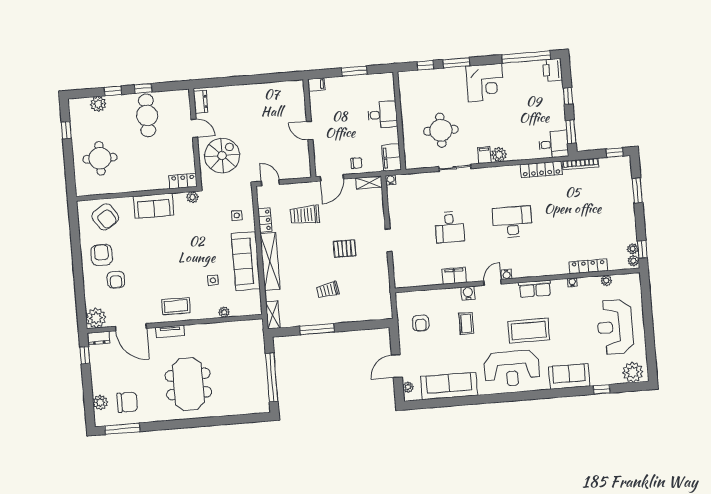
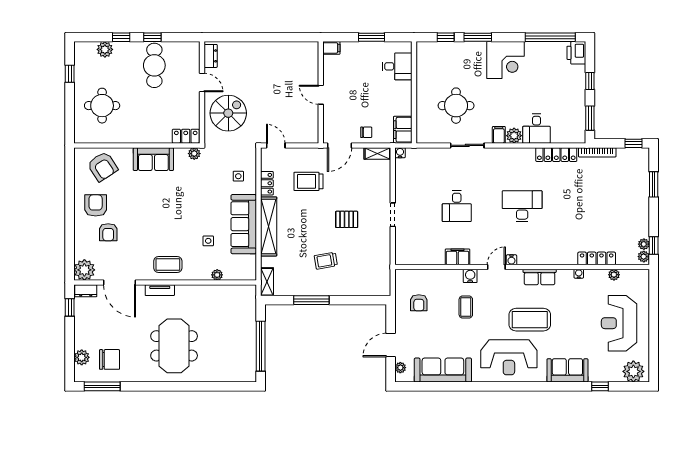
desk: (383, 115) -> (397, 66), moved
desk: (553, 144) -> (537, 129), moved, turned 90

